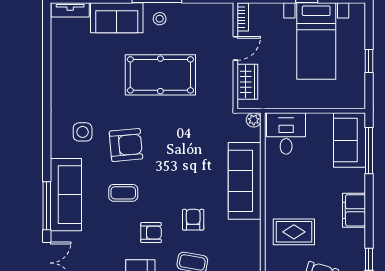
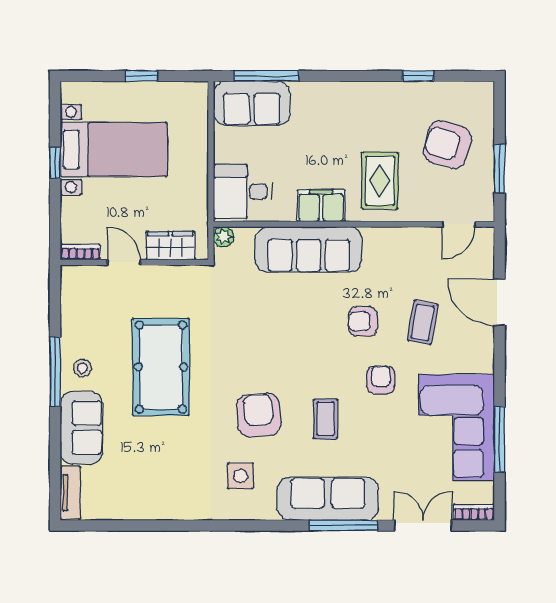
filing cabinet: (354, 210) -> (321, 206), moved, turned 180

